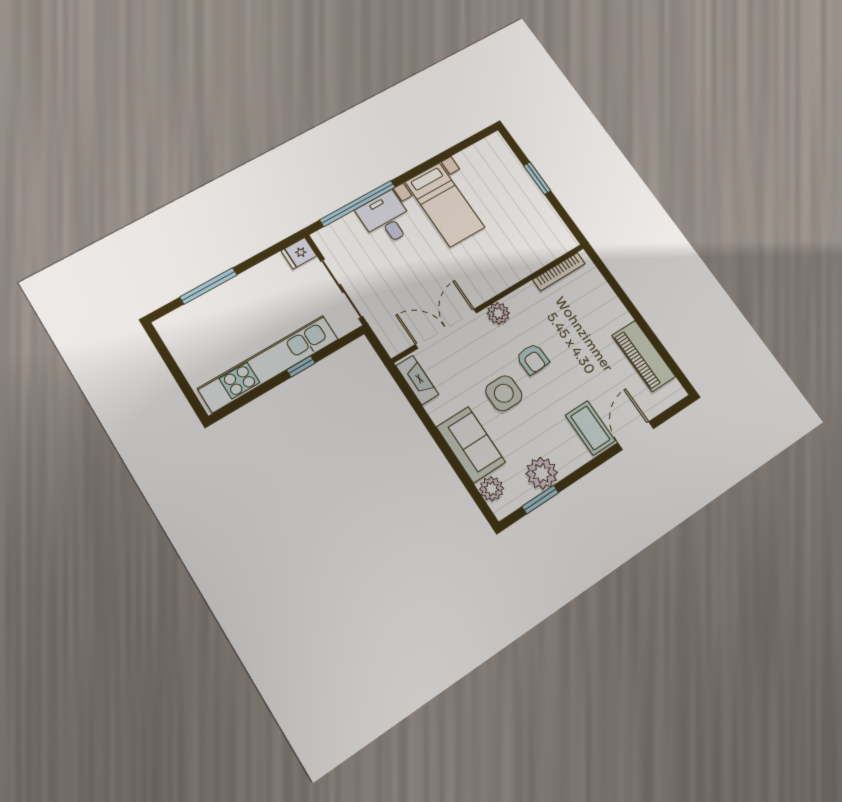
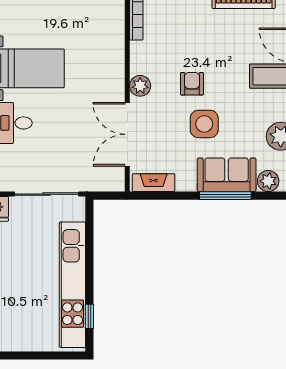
armchair: (533, 359) -> (192, 84), turned -88
window: (301, 366) -> (89, 316), moved
window: (450, 456) -> (225, 196), added

